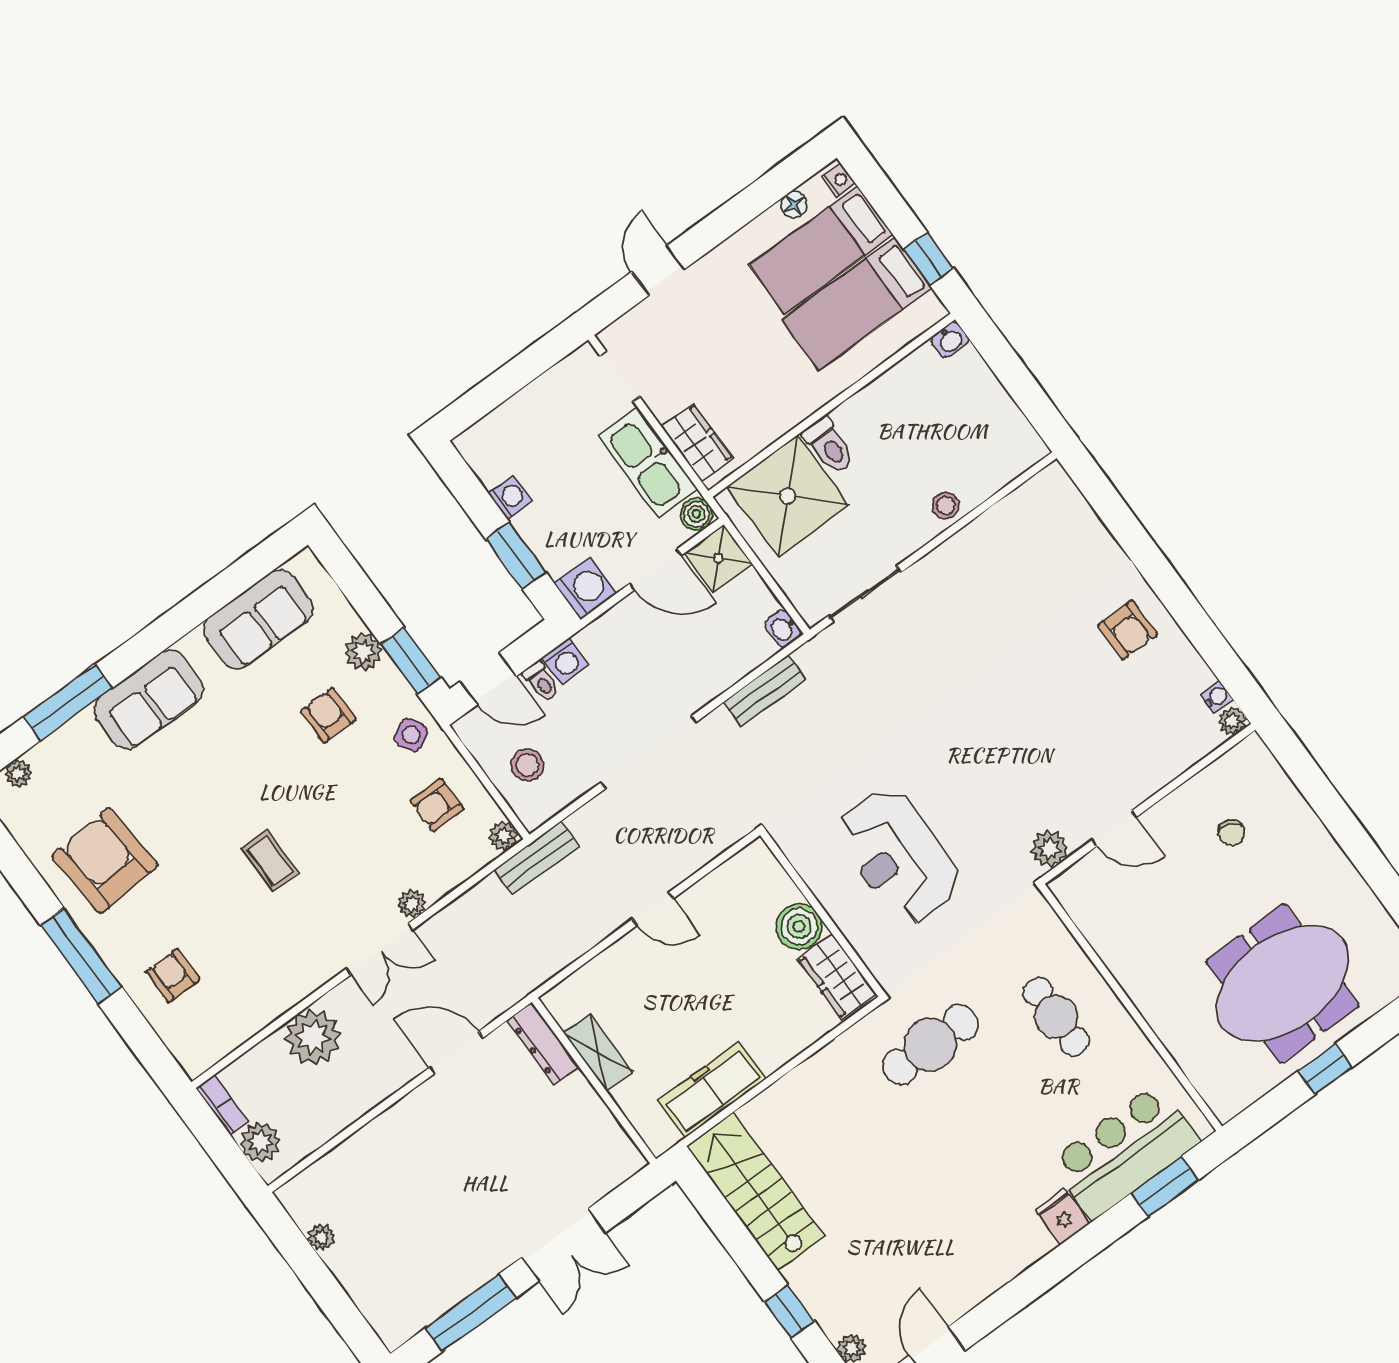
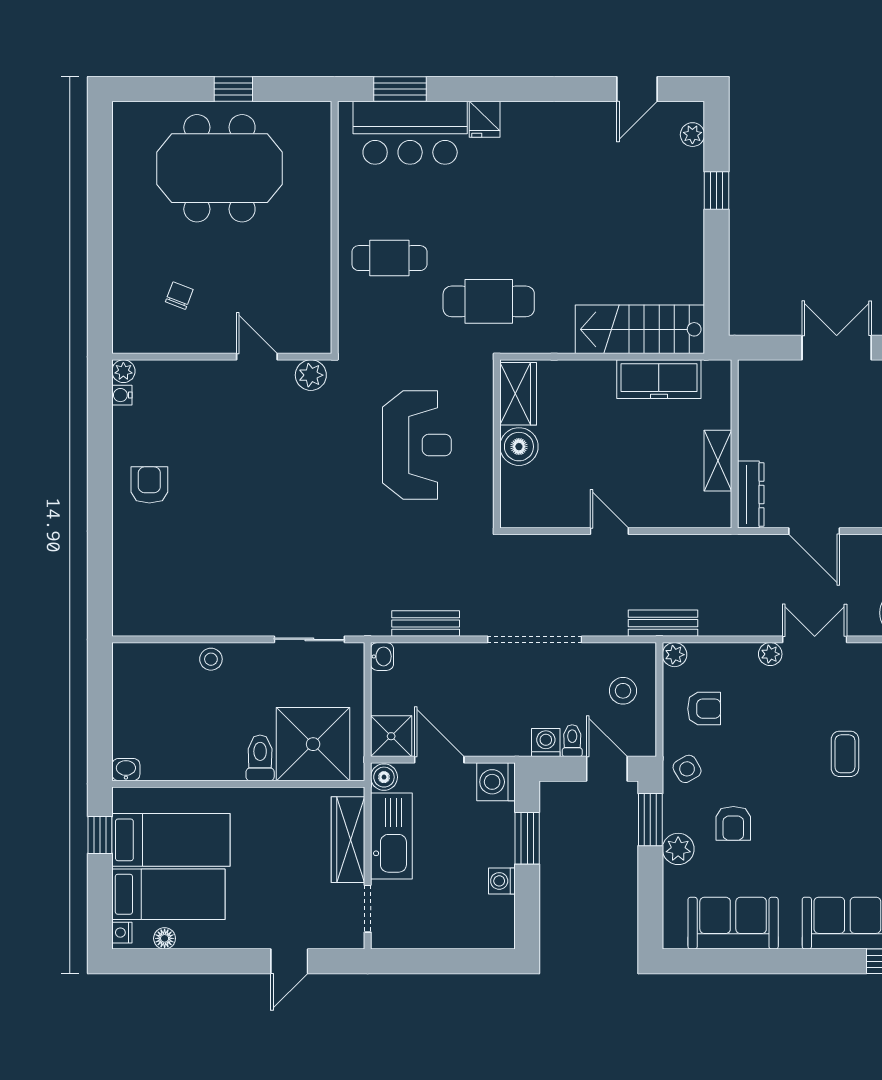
wardrobe: (697, 443) -> (348, 840), width x1.50
cafe table: (1056, 1017) -> (389, 258), turned 90
stairs: (755, 1191) -> (640, 329), moved, turned 90

